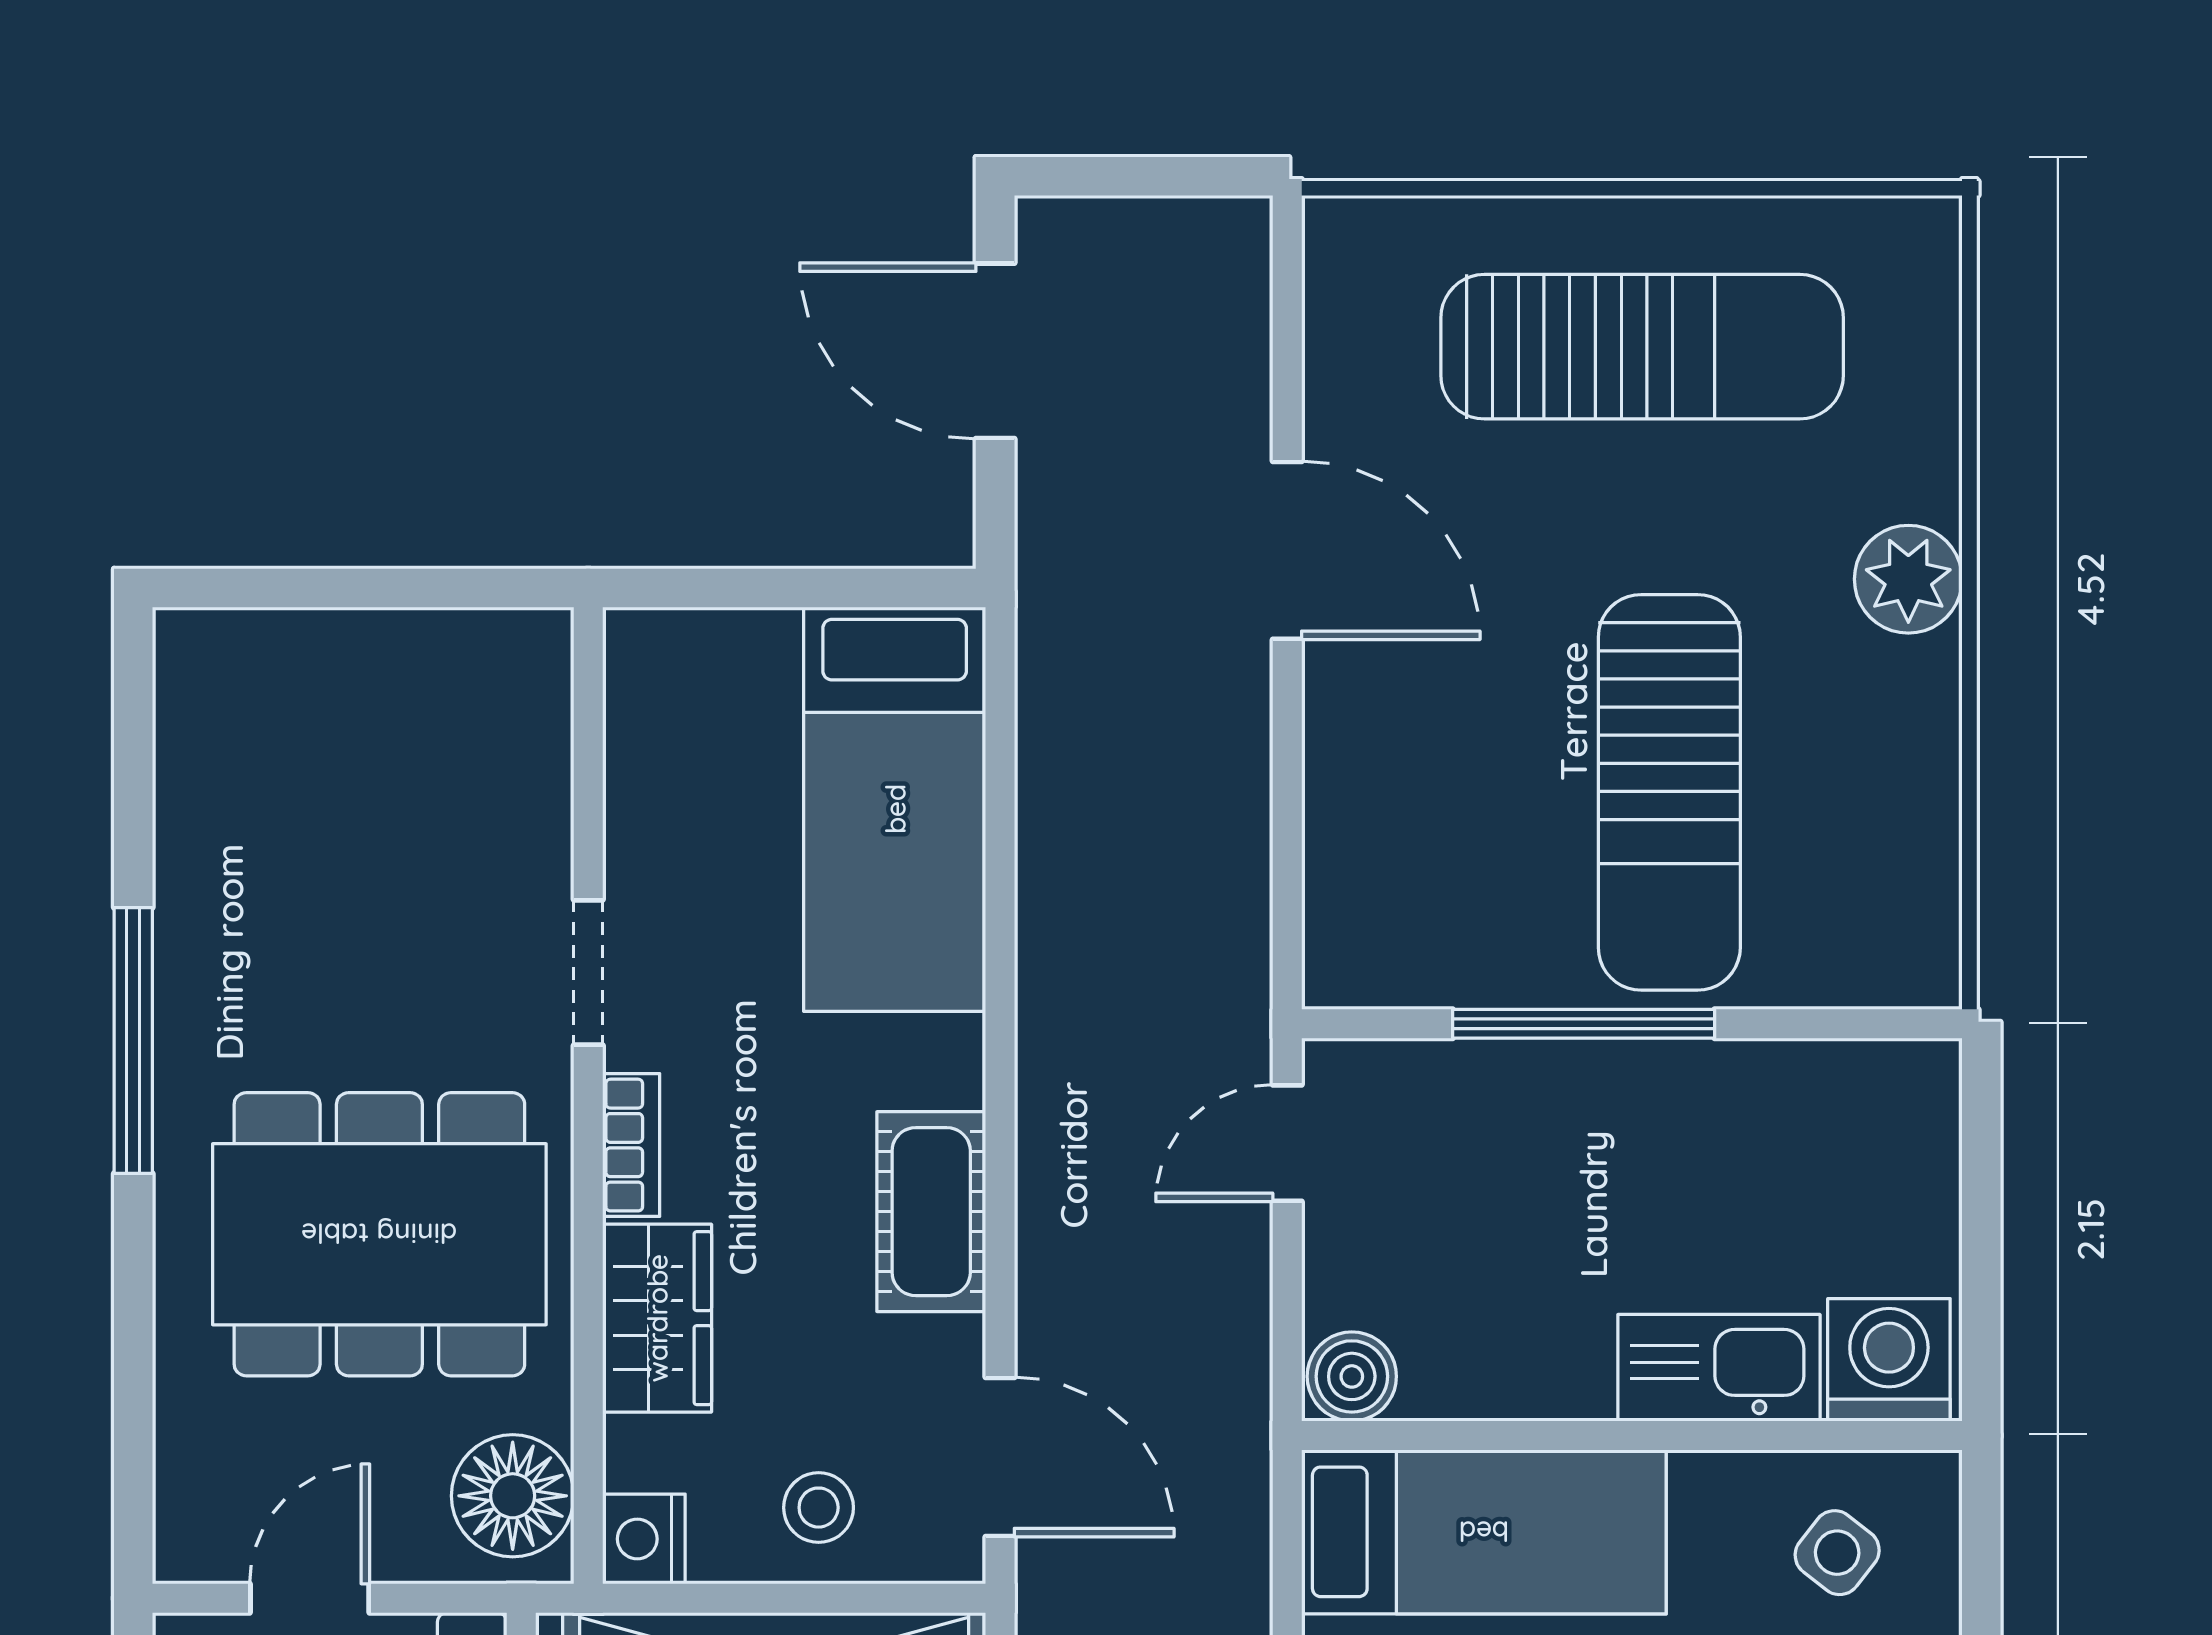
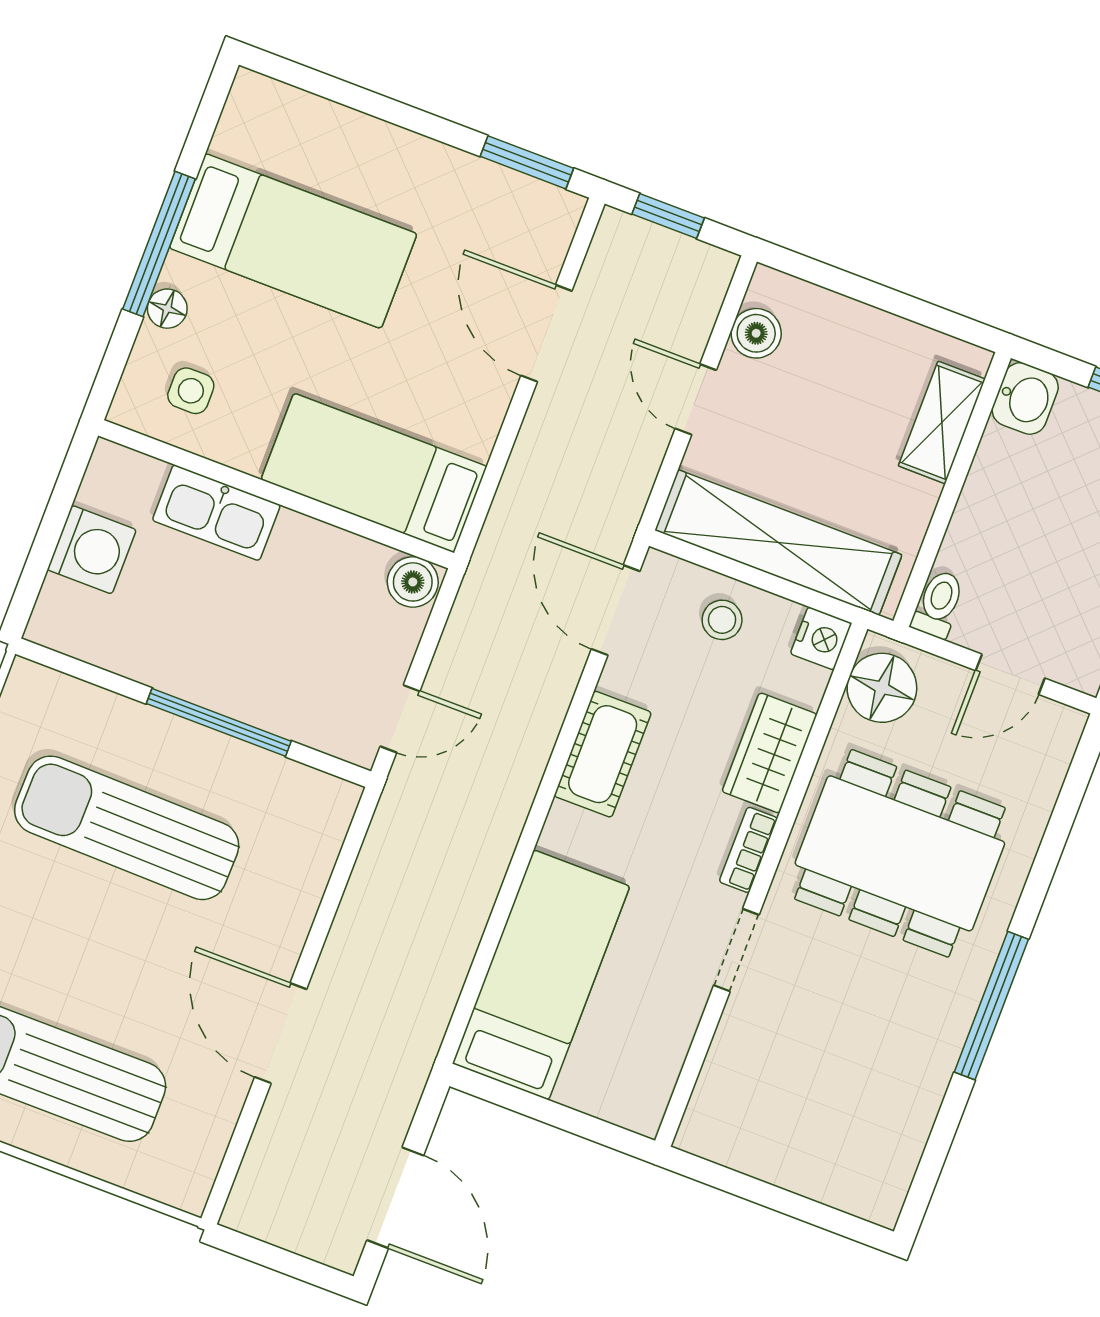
sun lounger: (1669, 792) -> (127, 828), turned -89
washing machine: (1889, 1360) -> (92, 550), moved, turned -90
side table: (1837, 1553) -> (191, 391), turned -38

